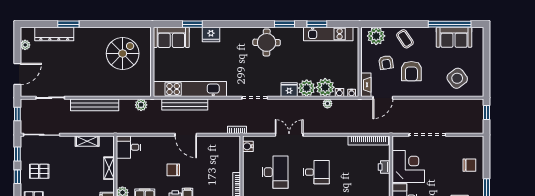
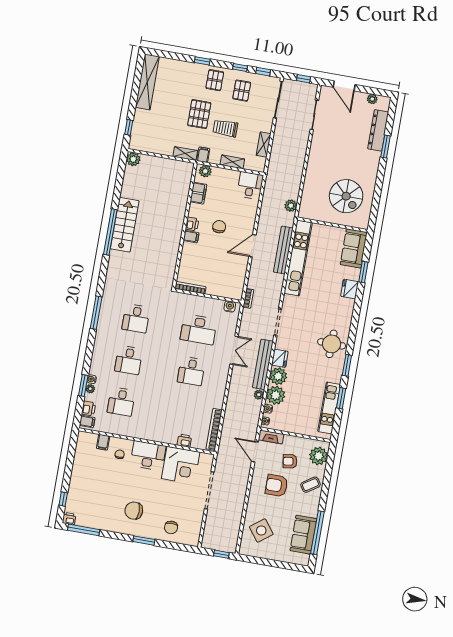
bench: (95, 105) -> (263, 364), moved
trolley: (78, 181) -> (225, 128), added

